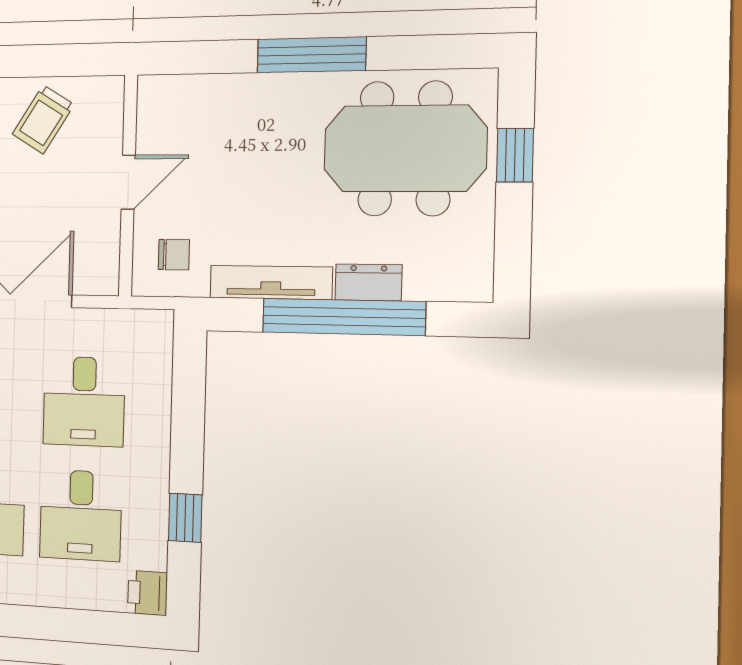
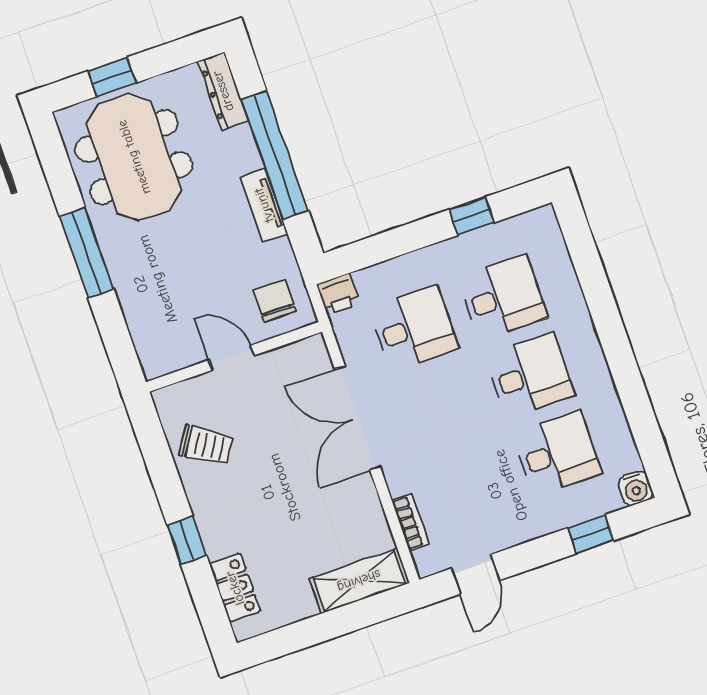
chair: (174, 255) -> (275, 301), width x1.37, depth x1.37
tv unit: (271, 282) -> (264, 205), width x0.71
dresser: (368, 282) -> (223, 91), moved, width x1.44
printer: (147, 593) -> (338, 294), moved

